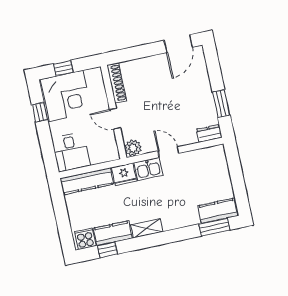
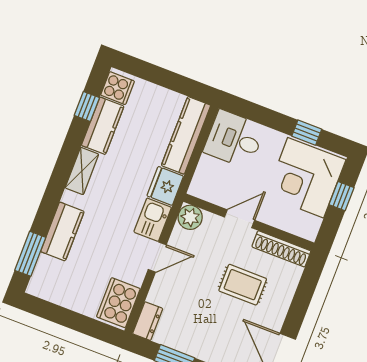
rug: (152, 92) -> (243, 285), added
cooker: (210, 157) -> (118, 303), added
kitchen counter: (218, 211) -> (62, 231), moved

